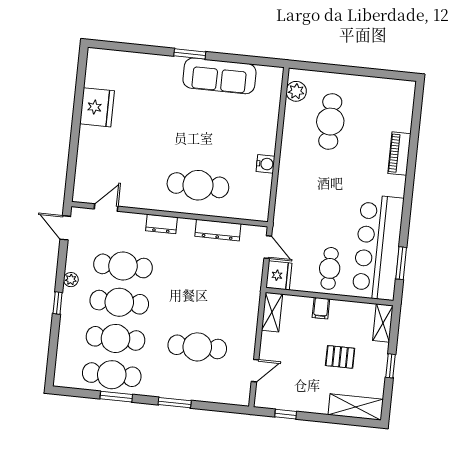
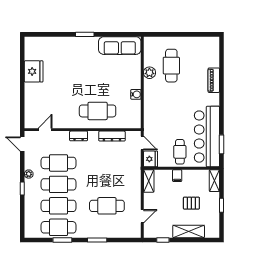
sofa: (219, 76) -> (120, 46), moved
plant: (296, 91) -> (149, 73), moved
shelving: (356, 407) -> (189, 232), moved

